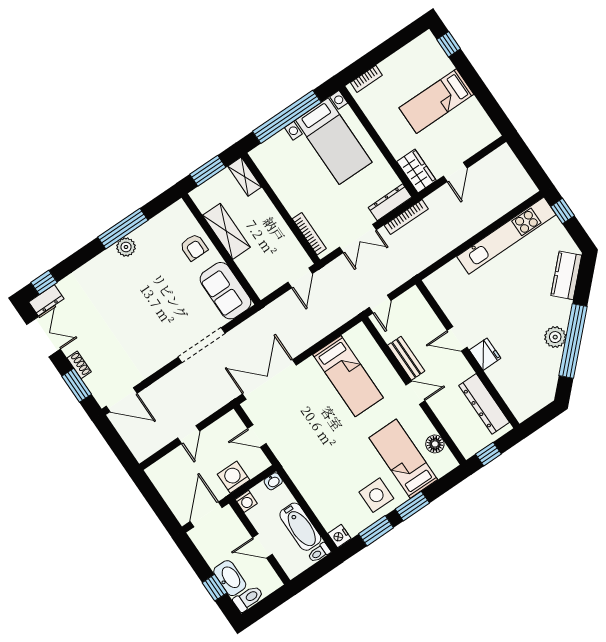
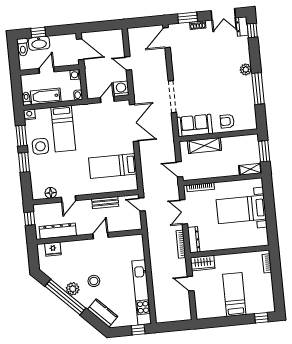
window: (287, 117) -> (270, 209), removed
bed with nightstands: (334, 141) -> (241, 209), moved
shelving: (226, 231) -> (204, 146), moved
plant: (126, 247) -> (246, 69), moved
stool: (527, 313) -> (94, 281), added
fridge: (485, 354) -> (53, 249), moved
door: (415, 393) -> (69, 199), moved
bed: (403, 459) -> (63, 129), moved, turned 90
washing machine: (233, 477) -> (121, 89), moved, turned -90

